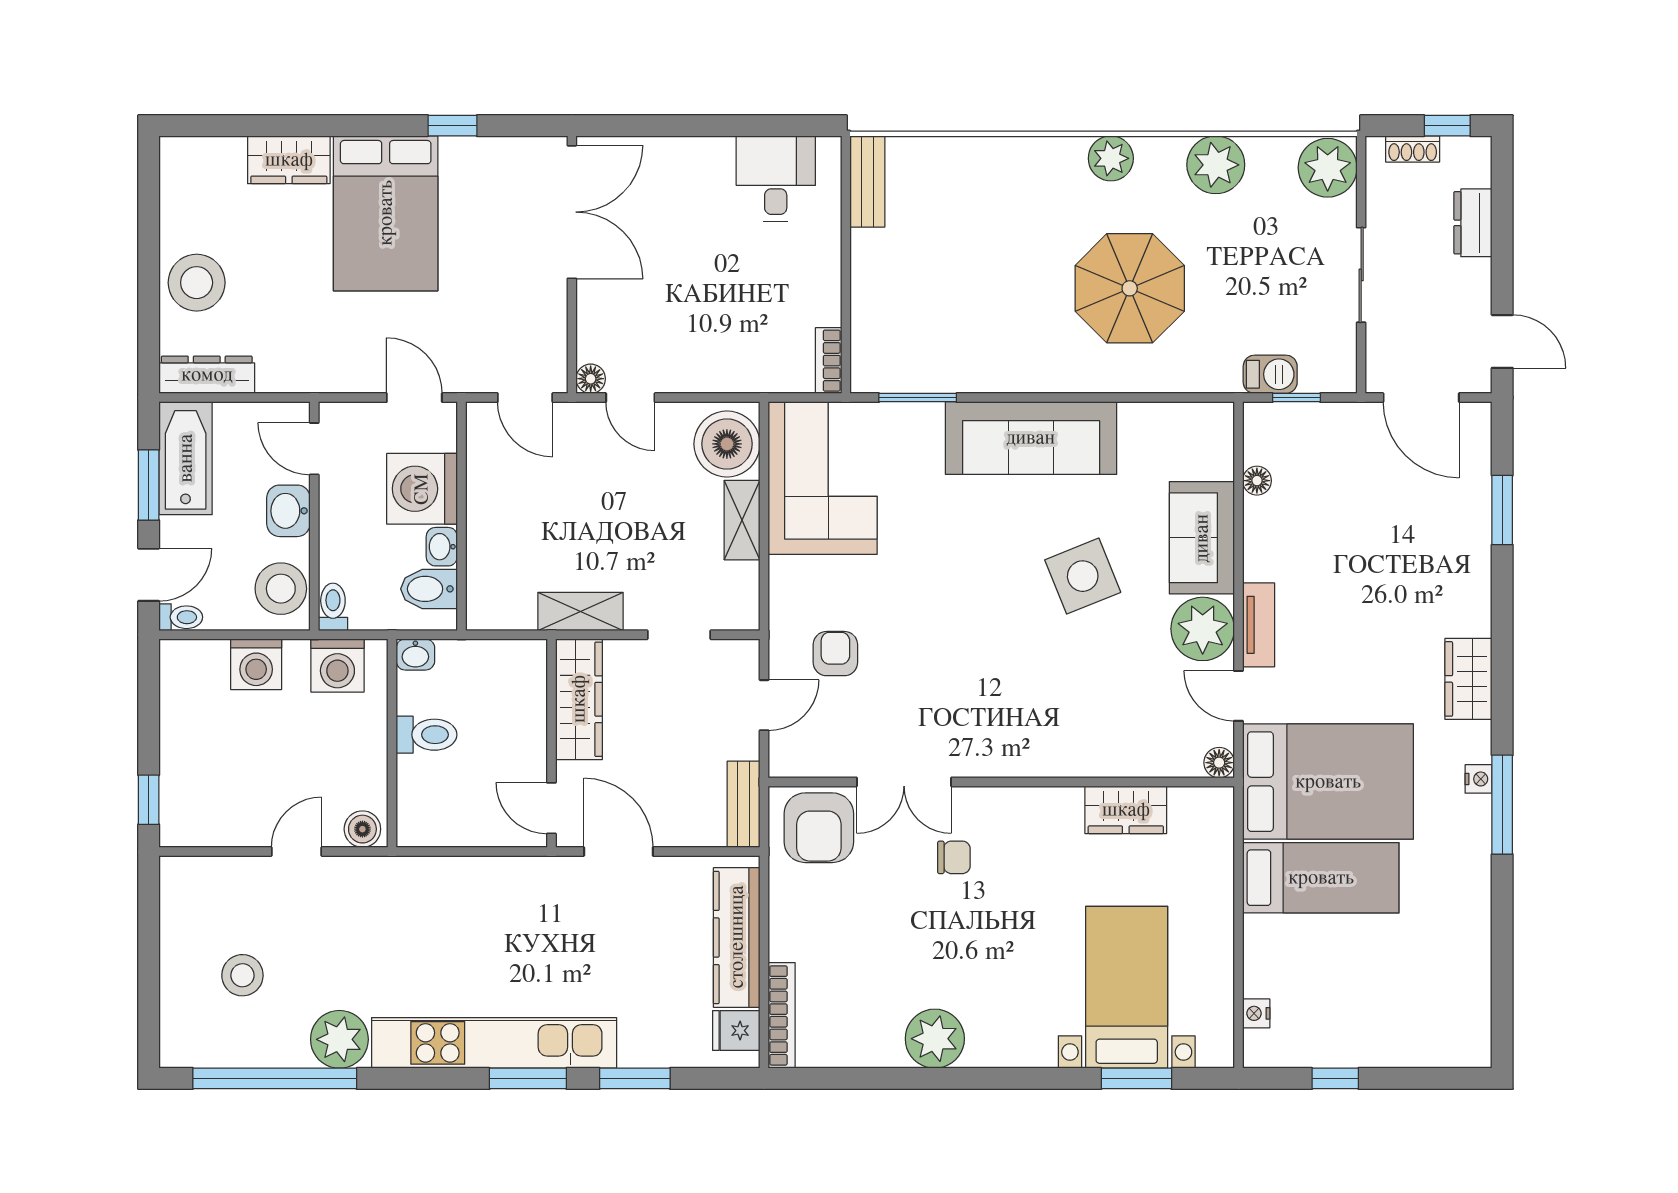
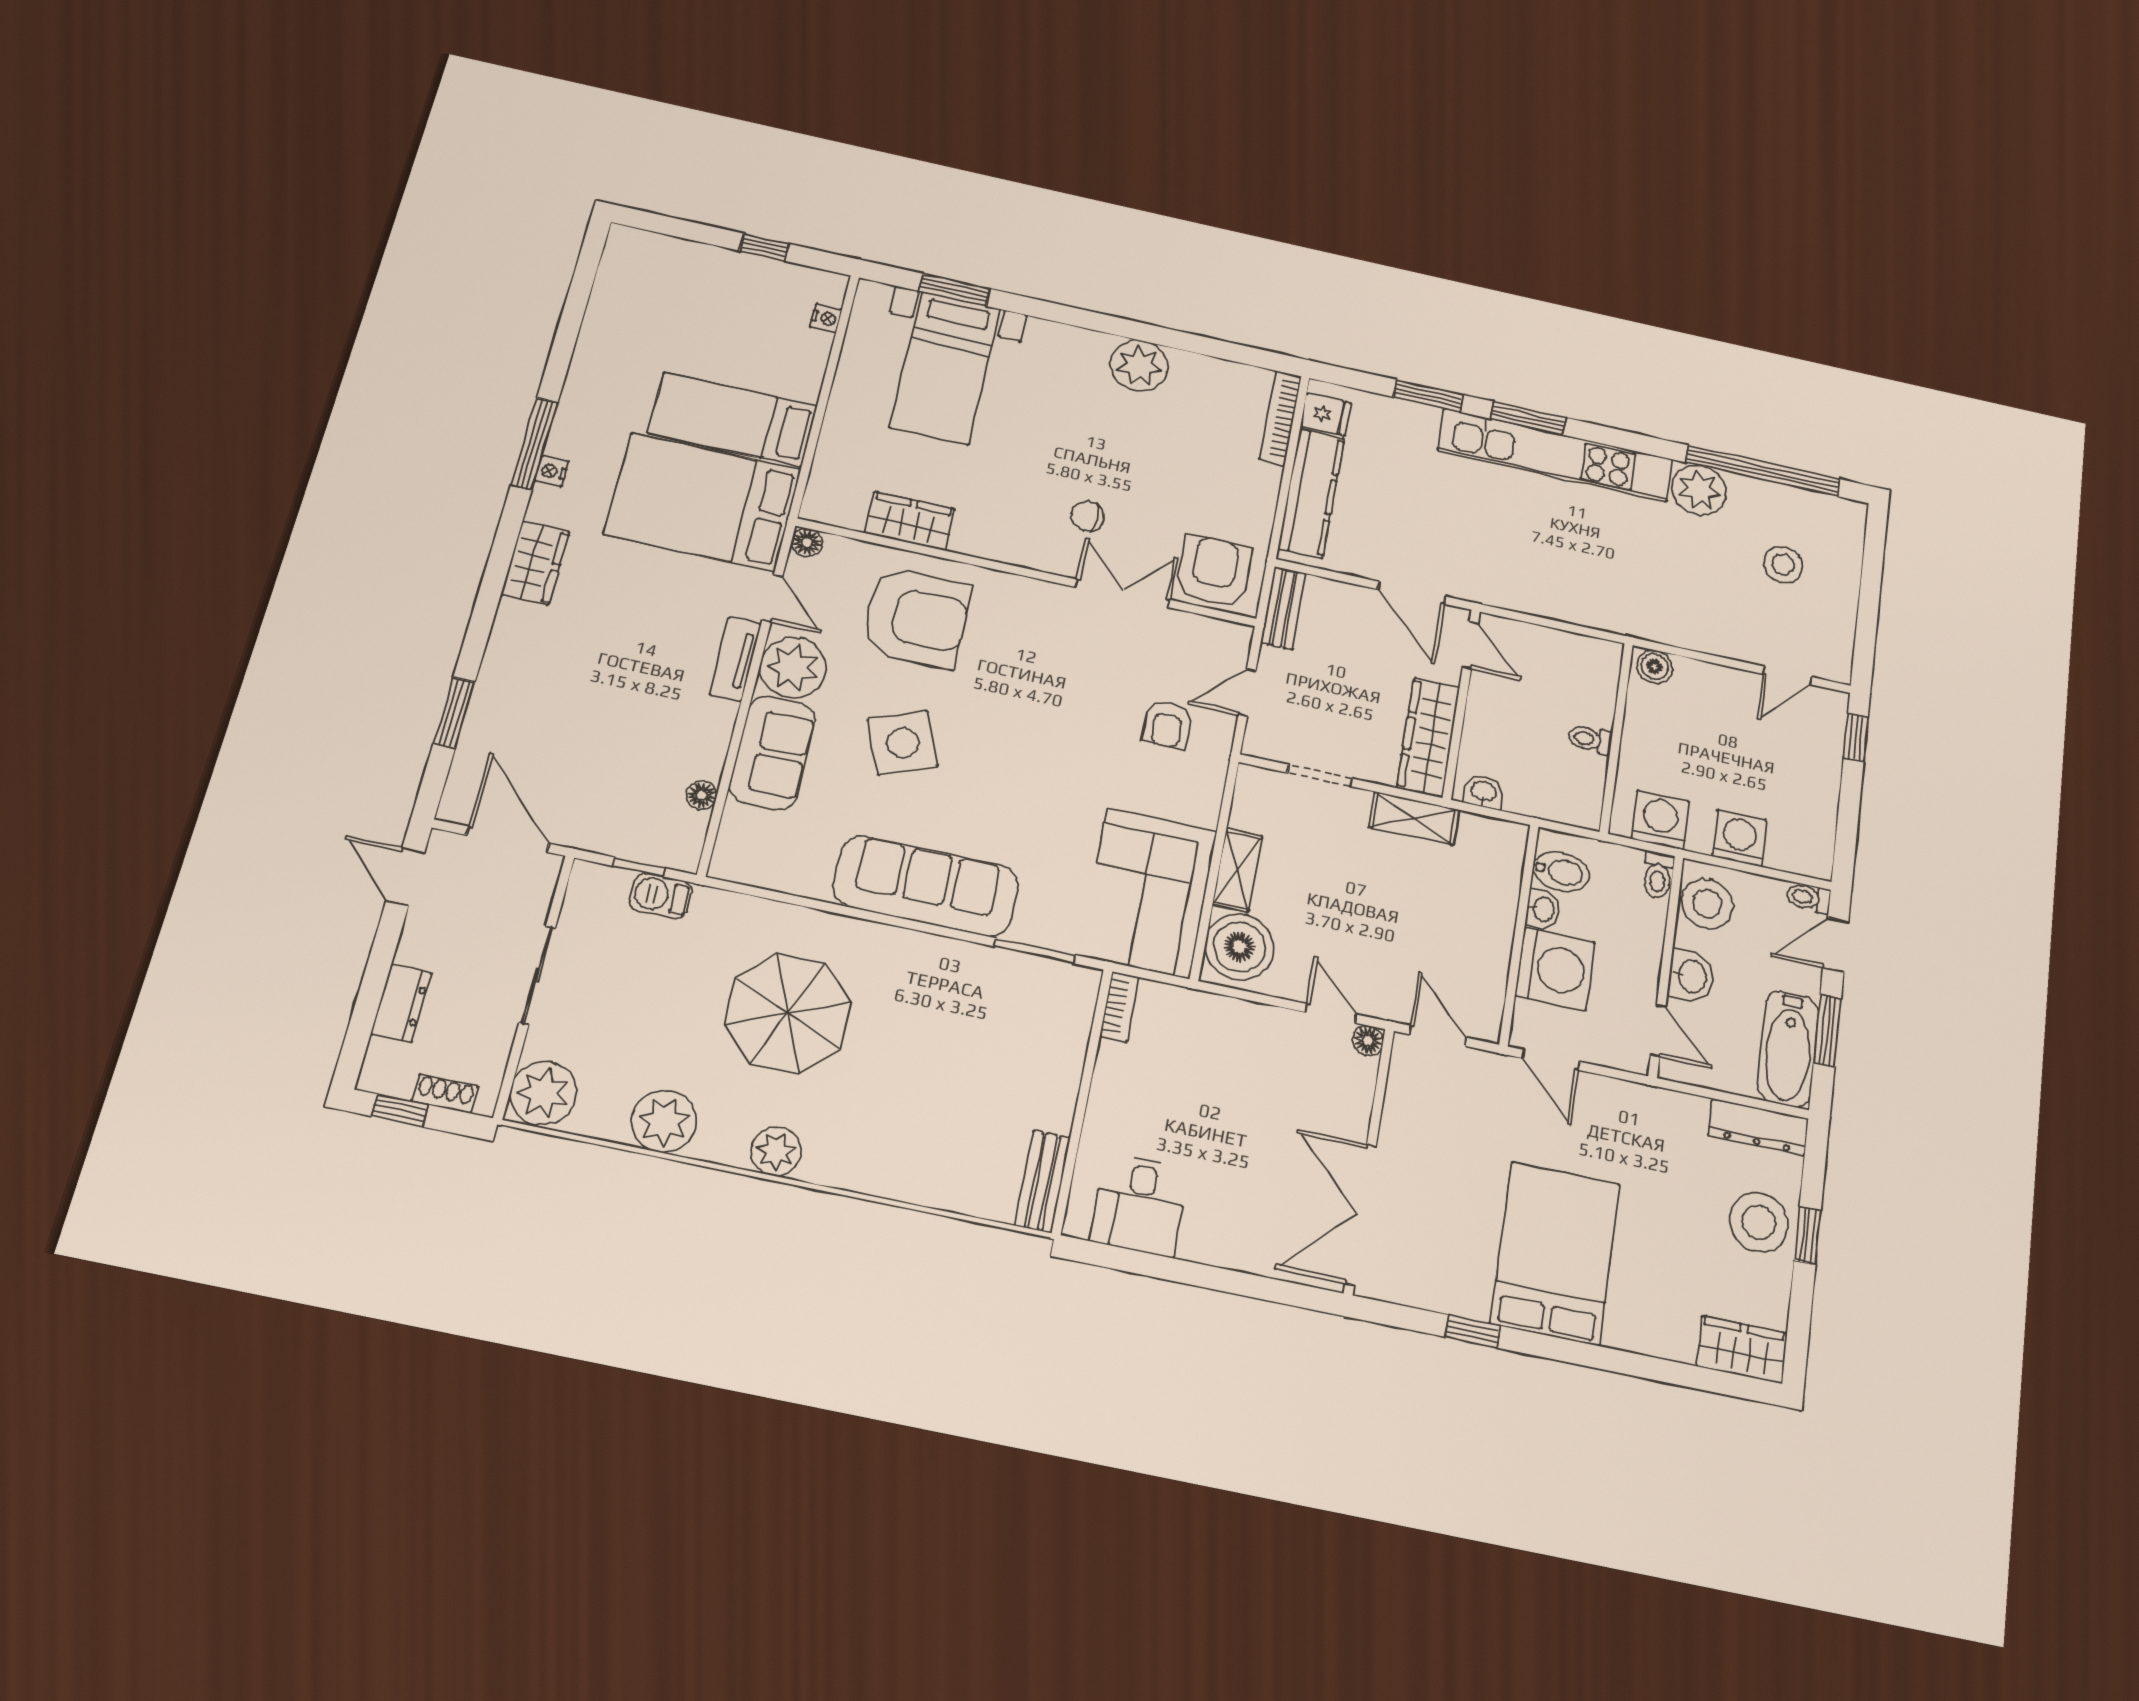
wardrobe: (289, 160) -> (1742, 1350), moved
window: (149, 279) -> (1808, 1236), added
washbasin: (415, 654) -> (1484, 792), moved
armchair: (1098, 708) -> (916, 618), added
toilet: (426, 735) -> (1590, 739), width x0.73, depth x0.72
door: (296, 851) -> (1787, 675), moved

